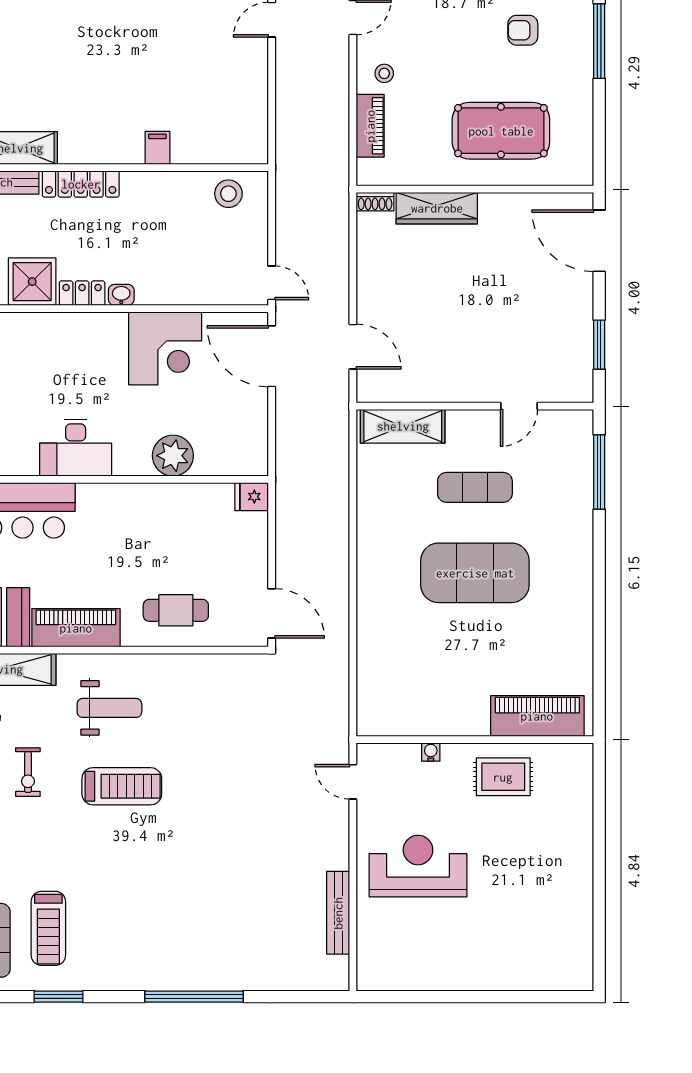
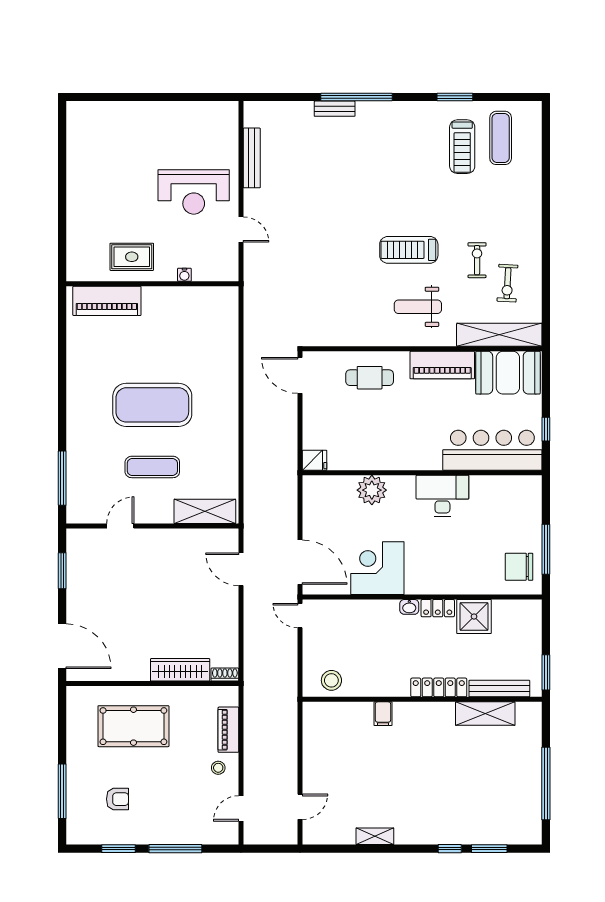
door: (353, 782) -> (241, 229), moved
treadmill: (48, 928) -> (462, 147), turned 180
bench: (224, 980) -> (335, 109), added

